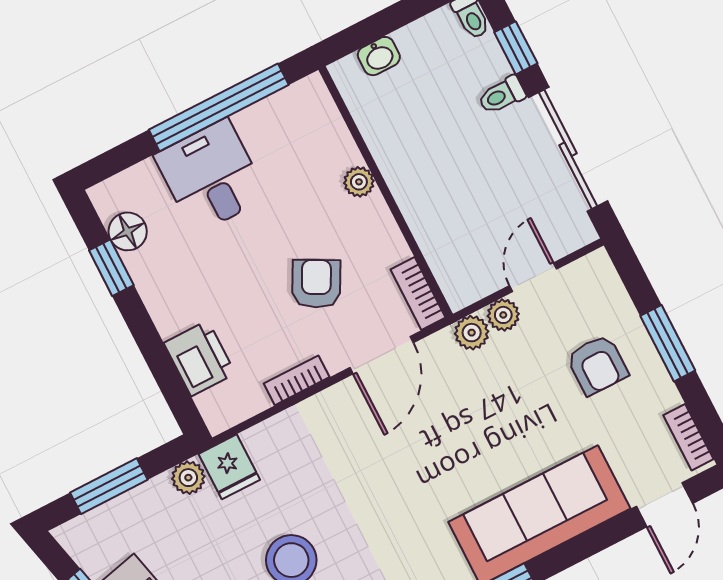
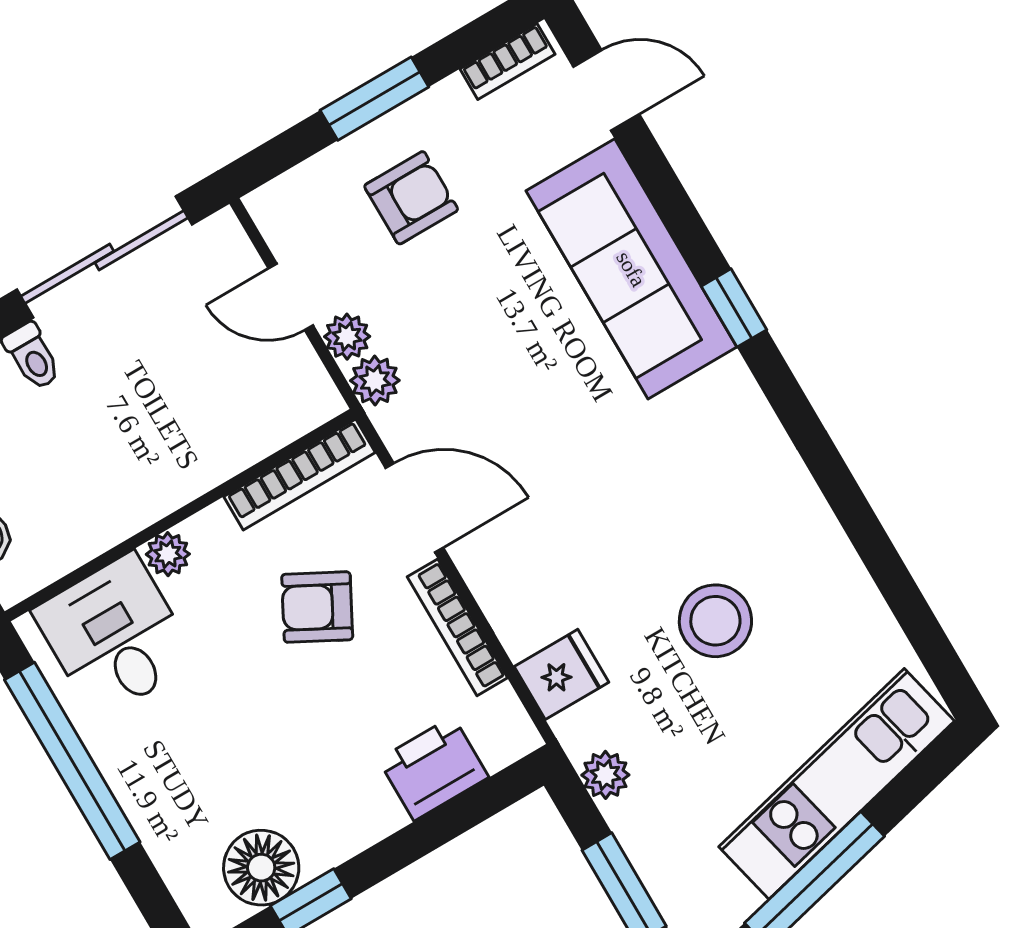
desk: (211, 176) -> (115, 636), moved, turned 90
floor lamp: (128, 231) -> (261, 868), width x1.38, depth x1.38
bookcase: (418, 294) -> (299, 474), width x1.56
bookcase: (297, 380) -> (457, 627), width x1.56
fridge: (229, 467) -> (562, 674), moved

